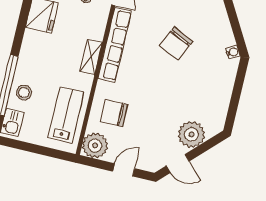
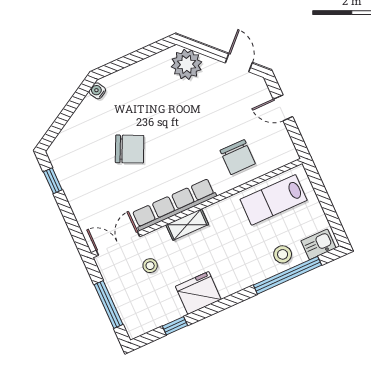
shelving: (91, 57) -> (187, 225), moved
plant: (191, 134) -> (187, 64), moved
plant: (95, 146) -> (281, 151), removed

